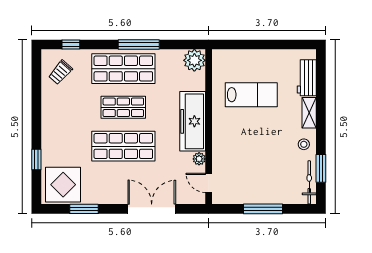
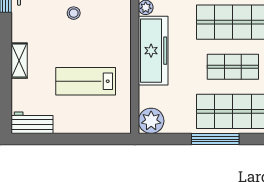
workbench: (307, 78) -> (32, 123), moved, turned -90
stool: (304, 144) -> (74, 13), moved

